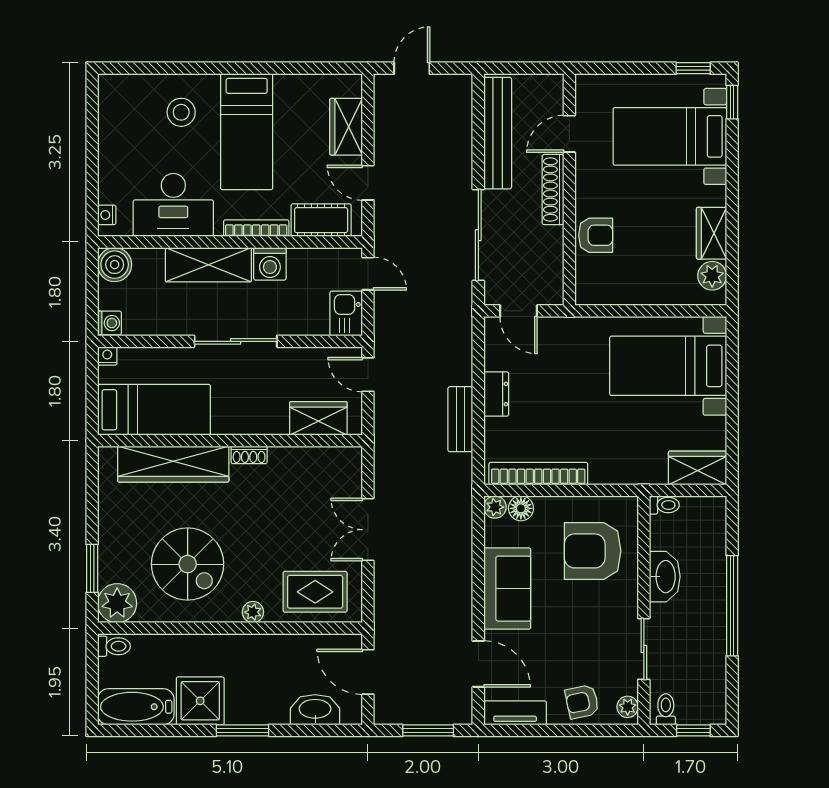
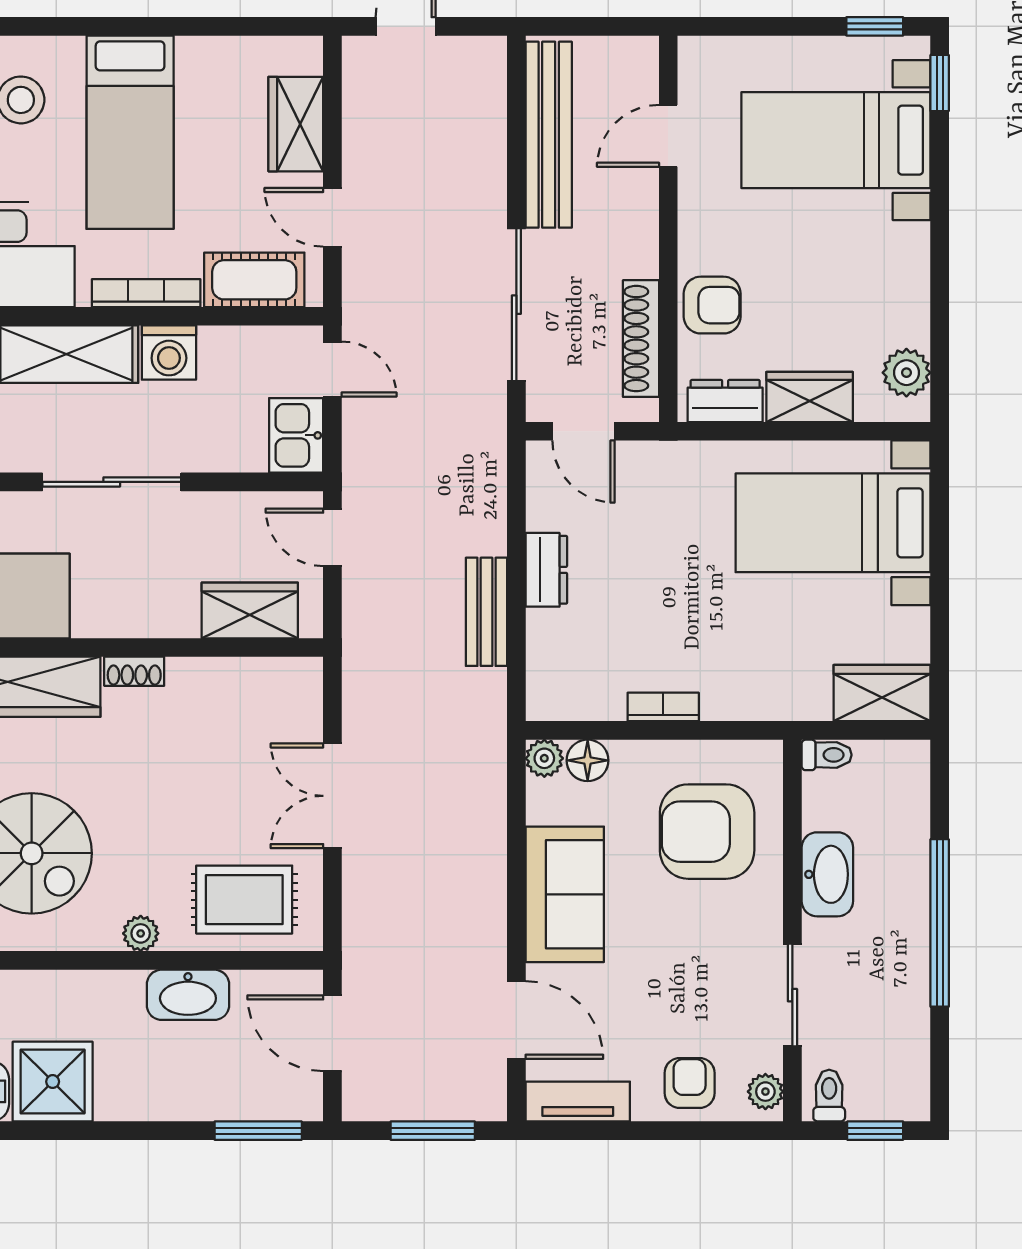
shoe rack: (553, 190) -> (641, 339), moved
wardrobe: (711, 233) -> (810, 397), moved, turned 90
dresser: (603, 293) -> (725, 401), added
bookcase: (538, 474) -> (663, 707), width x0.43, depth x0.76
armchair: (582, 702) -> (690, 1083), turned 102
washbasin: (315, 710) -> (188, 995), moved, turned 180
window: (242, 730) -> (258, 1131), moved

